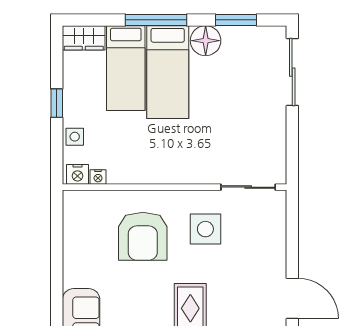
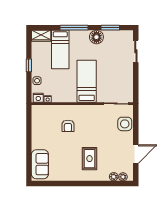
bed: (168, 72) -> (87, 81), moved, turned 180
sliding door: (292, 72) -> (136, 51), width x0.73
side table: (205, 229) -> (125, 124), moved
armchair: (143, 236) -> (68, 126), width x0.53, depth x0.53
door: (292, 298) -> (136, 154), hinge flipped

